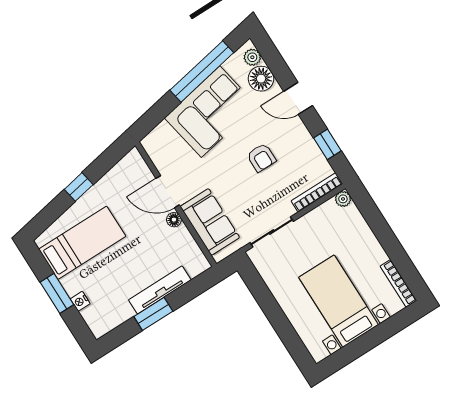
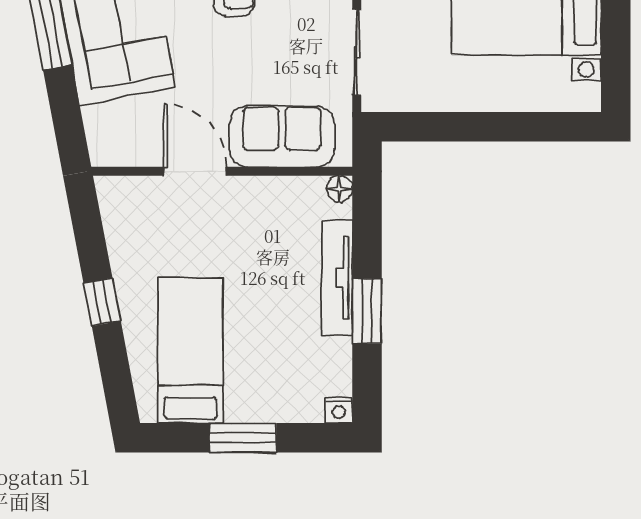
door: (168, 192) -> (195, 171), swing flipped
floor lamp: (174, 220) -> (339, 189), moved
nightstand: (80, 301) -> (339, 410), moved

